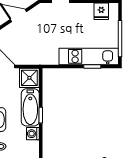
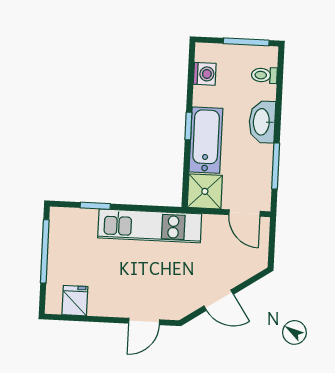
kitchen unit: (89, 56) -> (150, 226), moved
washing machine: (33, 134) -> (205, 74), moved

